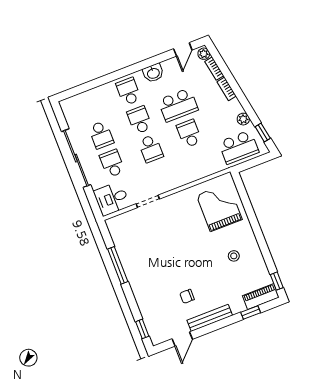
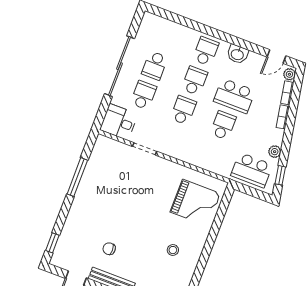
school desk: (151, 148) -> (183, 110), turned 180
grand piano: (219, 207) -> (195, 203), turned 90

